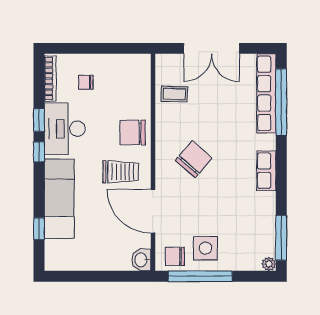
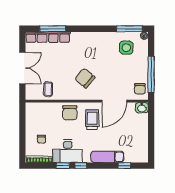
window: (281, 102) -> (53, 29), width x0.68
row of seats: (266, 171) -> (91, 37), removed
exam couch: (59, 199) -> (107, 157), width x0.73, depth x0.69
side table: (205, 248) -> (126, 48), moved

